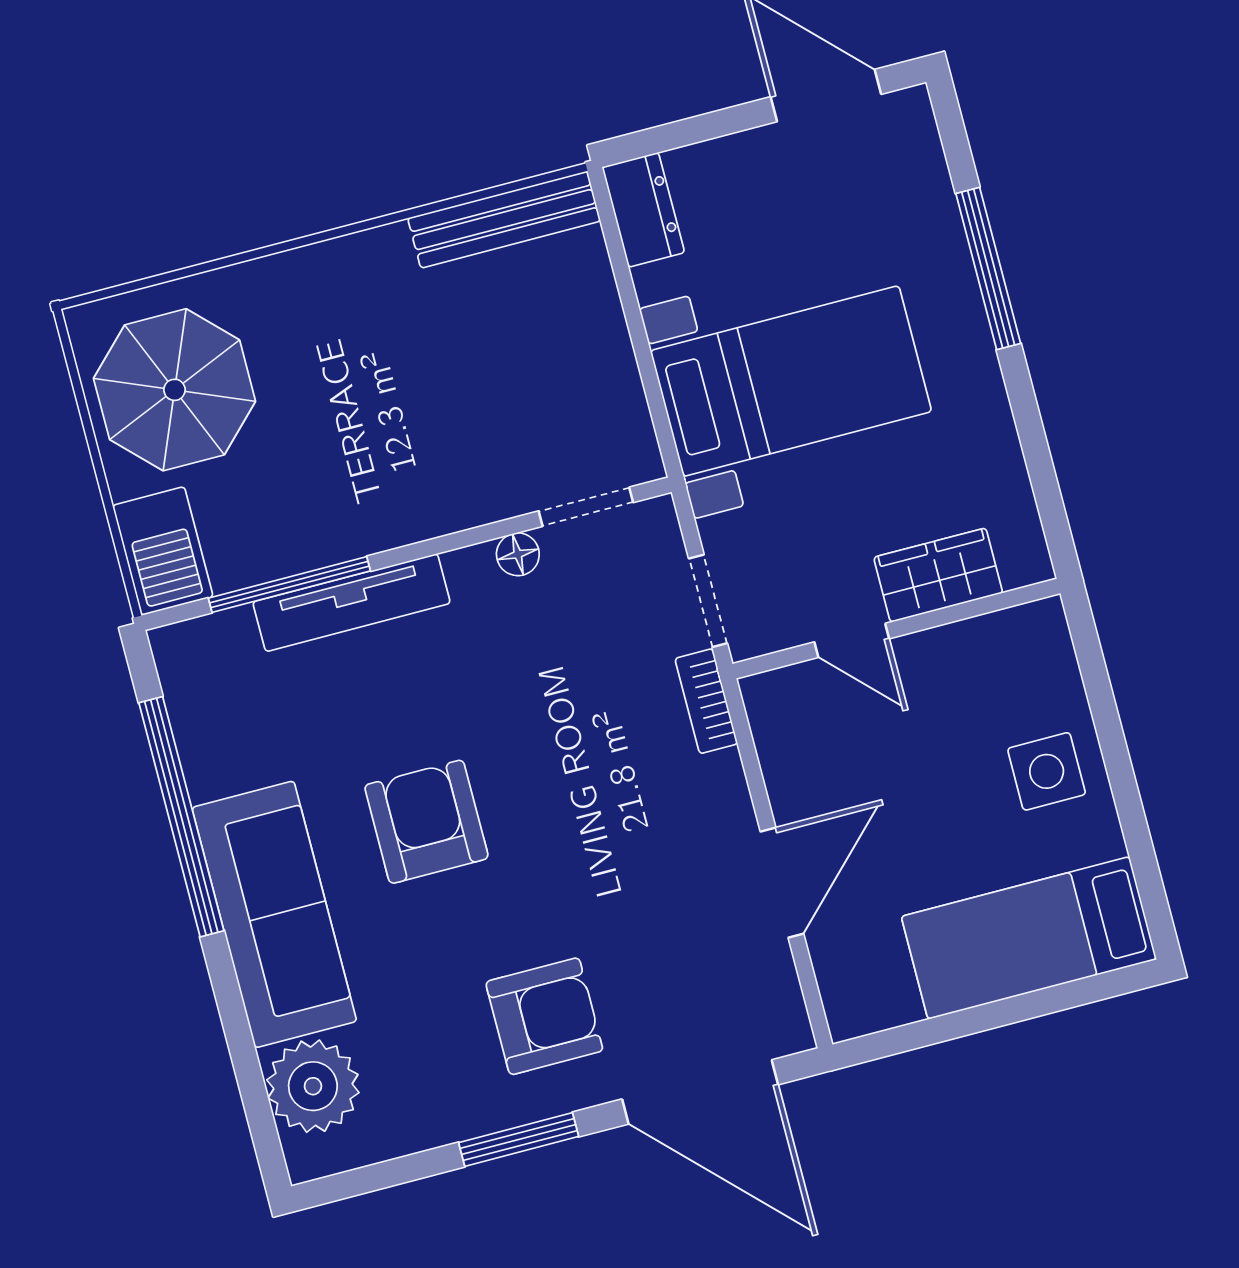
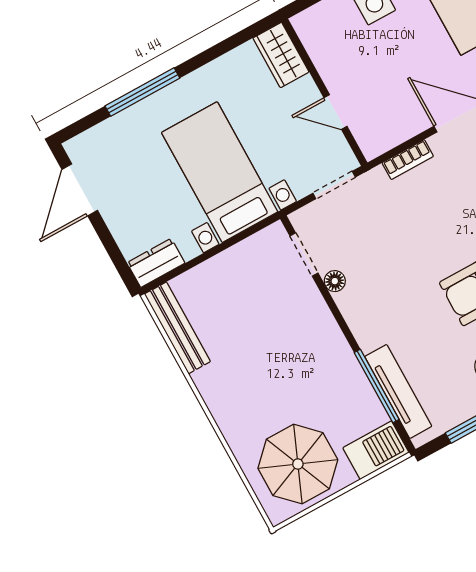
wardrobe: (938, 575) -> (281, 55), moved
tv unit: (352, 603) -> (398, 391), moved
door: (852, 640) -> (335, 112), swing flipped
bookcase: (706, 701) -> (408, 160), moved

